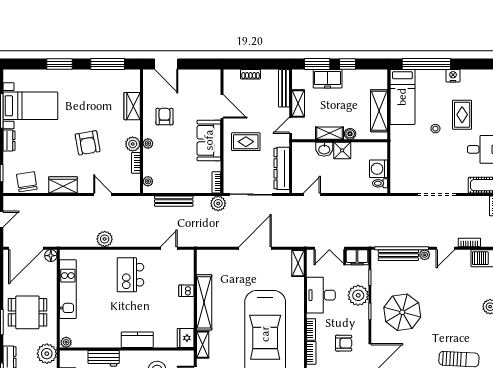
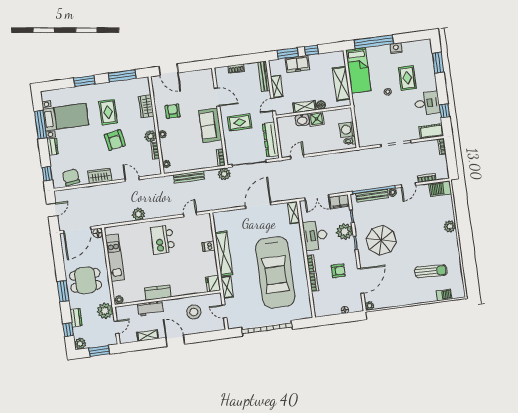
rug: (84, 107) -> (108, 112), added
kitchen counter: (137, 340) -> (158, 293), moved

